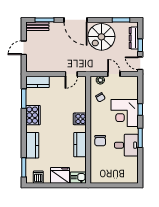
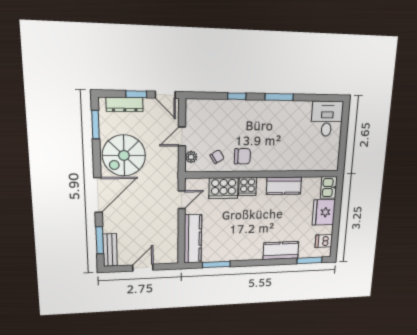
spiral stairs: (101, 37) -> (124, 155), turned 90
door: (24, 48) -> (143, 268), swing flipped
door: (140, 63) -> (165, 95), hinge flipped
door: (71, 74) -> (182, 200), hinge flipped
kitchen counter: (37, 82) -> (193, 239), width x1.50
corner desk: (125, 113) -> (241, 120), removed
cooker: (33, 115) -> (224, 188), moved, turned 180
chair: (100, 141) -> (242, 156), moved
desk: (126, 145) -> (327, 119), moved

